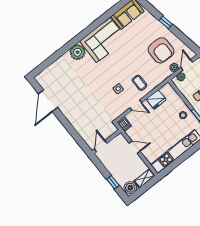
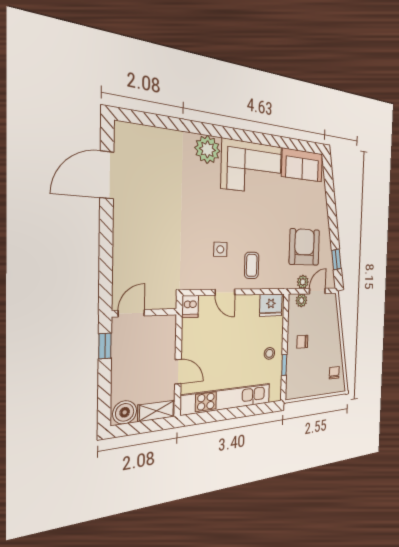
window: (166, 22) -> (336, 259), moved
armchair: (161, 50) -> (304, 247), turned 180
fridge: (156, 100) -> (271, 305), moved
door: (135, 147) -> (178, 372), moved
window: (113, 182) -> (105, 346), moved

